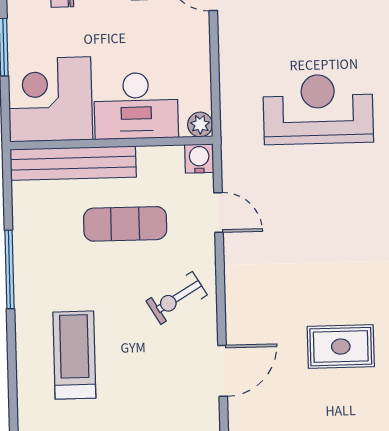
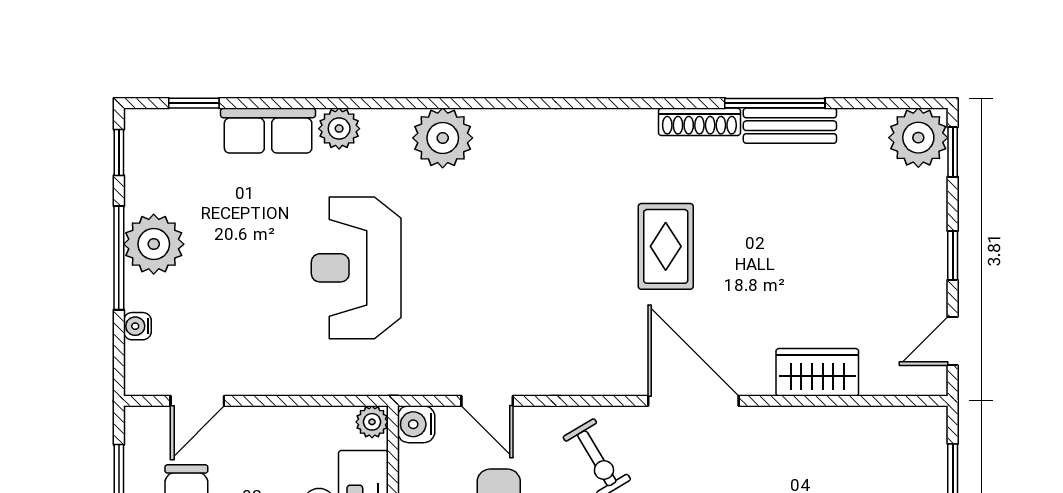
door: (218, 213) -> (487, 401), swing flipped
door: (223, 371) -> (693, 401), width x1.36

